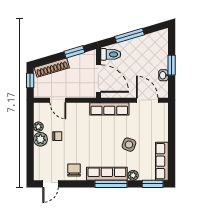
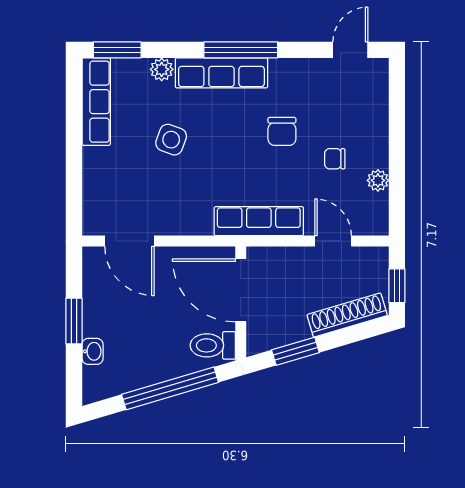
window: (129, 36) -> (170, 388), width x1.46
washbasin: (163, 75) -> (93, 351), moved
row of seats: (109, 109) -> (259, 221), moved
plant: (40, 139) -> (373, 152), removed
chair: (74, 170) -> (282, 131), moved
window: (111, 184) -> (241, 50), moved

